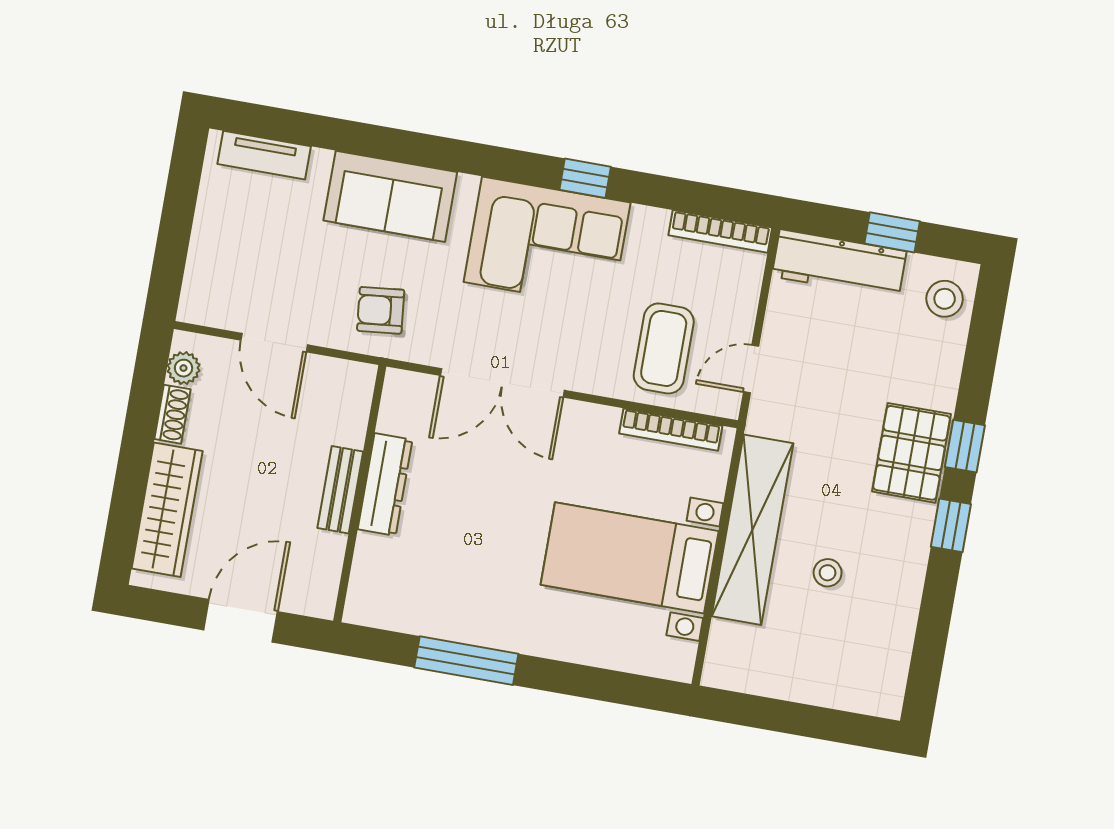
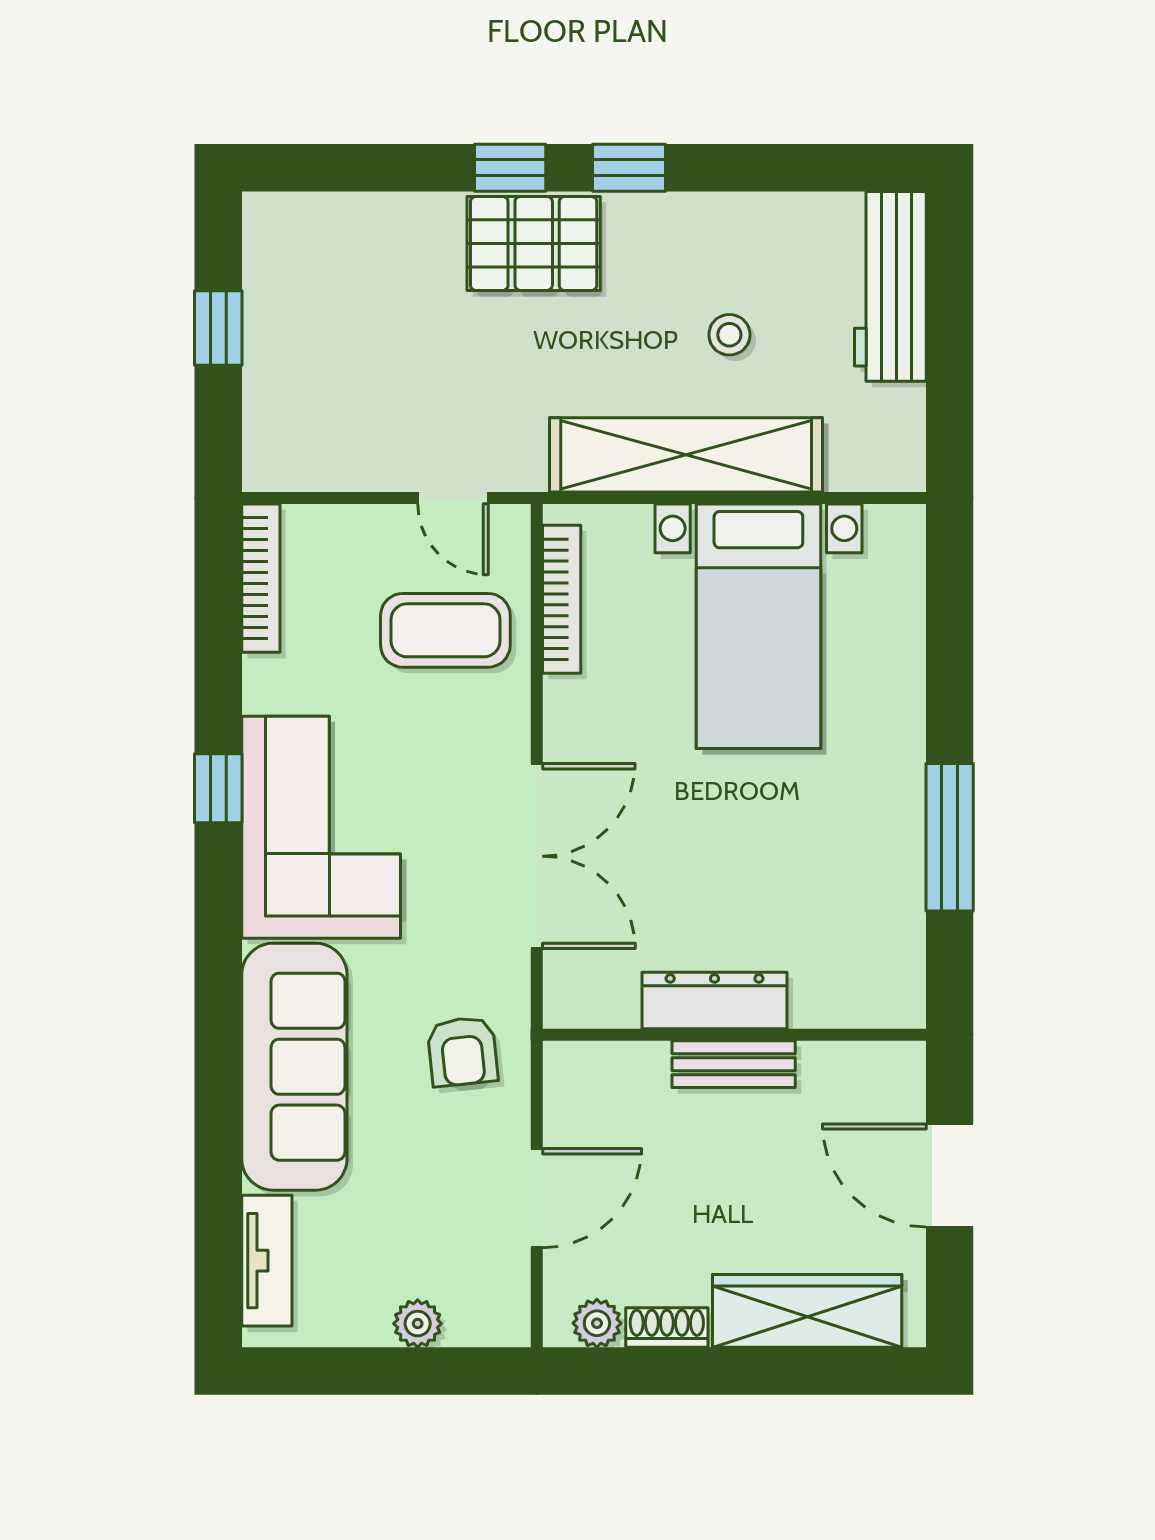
sofa: (390, 196) -> (294, 1067), width x1.36
plant: (204, 248) -> (418, 1324), added
workbench: (839, 264) -> (890, 286), moved, turned 180
stool: (945, 299) -> (301, 235), removed

